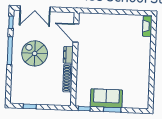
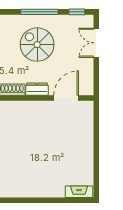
double door: (35, 9) -> (96, 43), width x0.73
spiral stairs: (35, 53) -> (37, 45), turned -90

